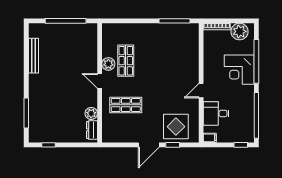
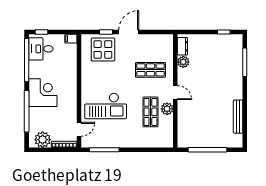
checkout: (173, 67) -> (106, 106), added
corner desk: (239, 70) -> (43, 93), moved
door: (201, 91) -> (79, 129), moved
desk: (216, 113) -> (41, 49), moved, turned 180

